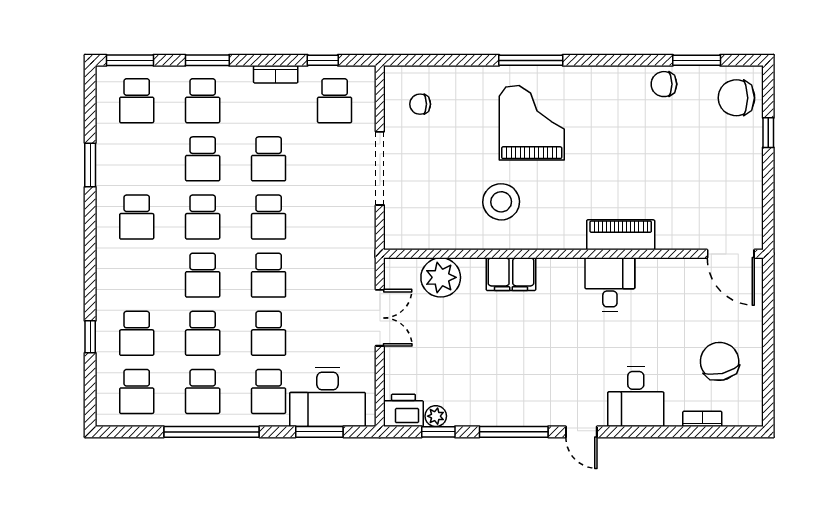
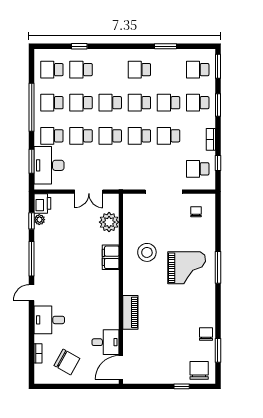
desk: (610, 285) -> (105, 342), moved
chair: (720, 361) -> (67, 362), turned 42

